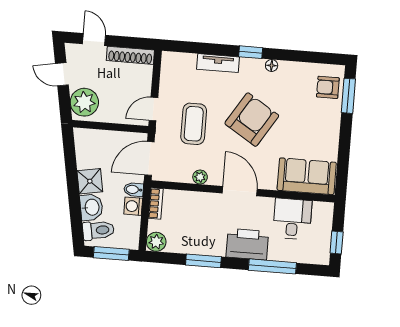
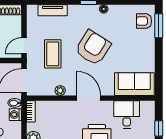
tv unit: (218, 63) -> (53, 10), moved

